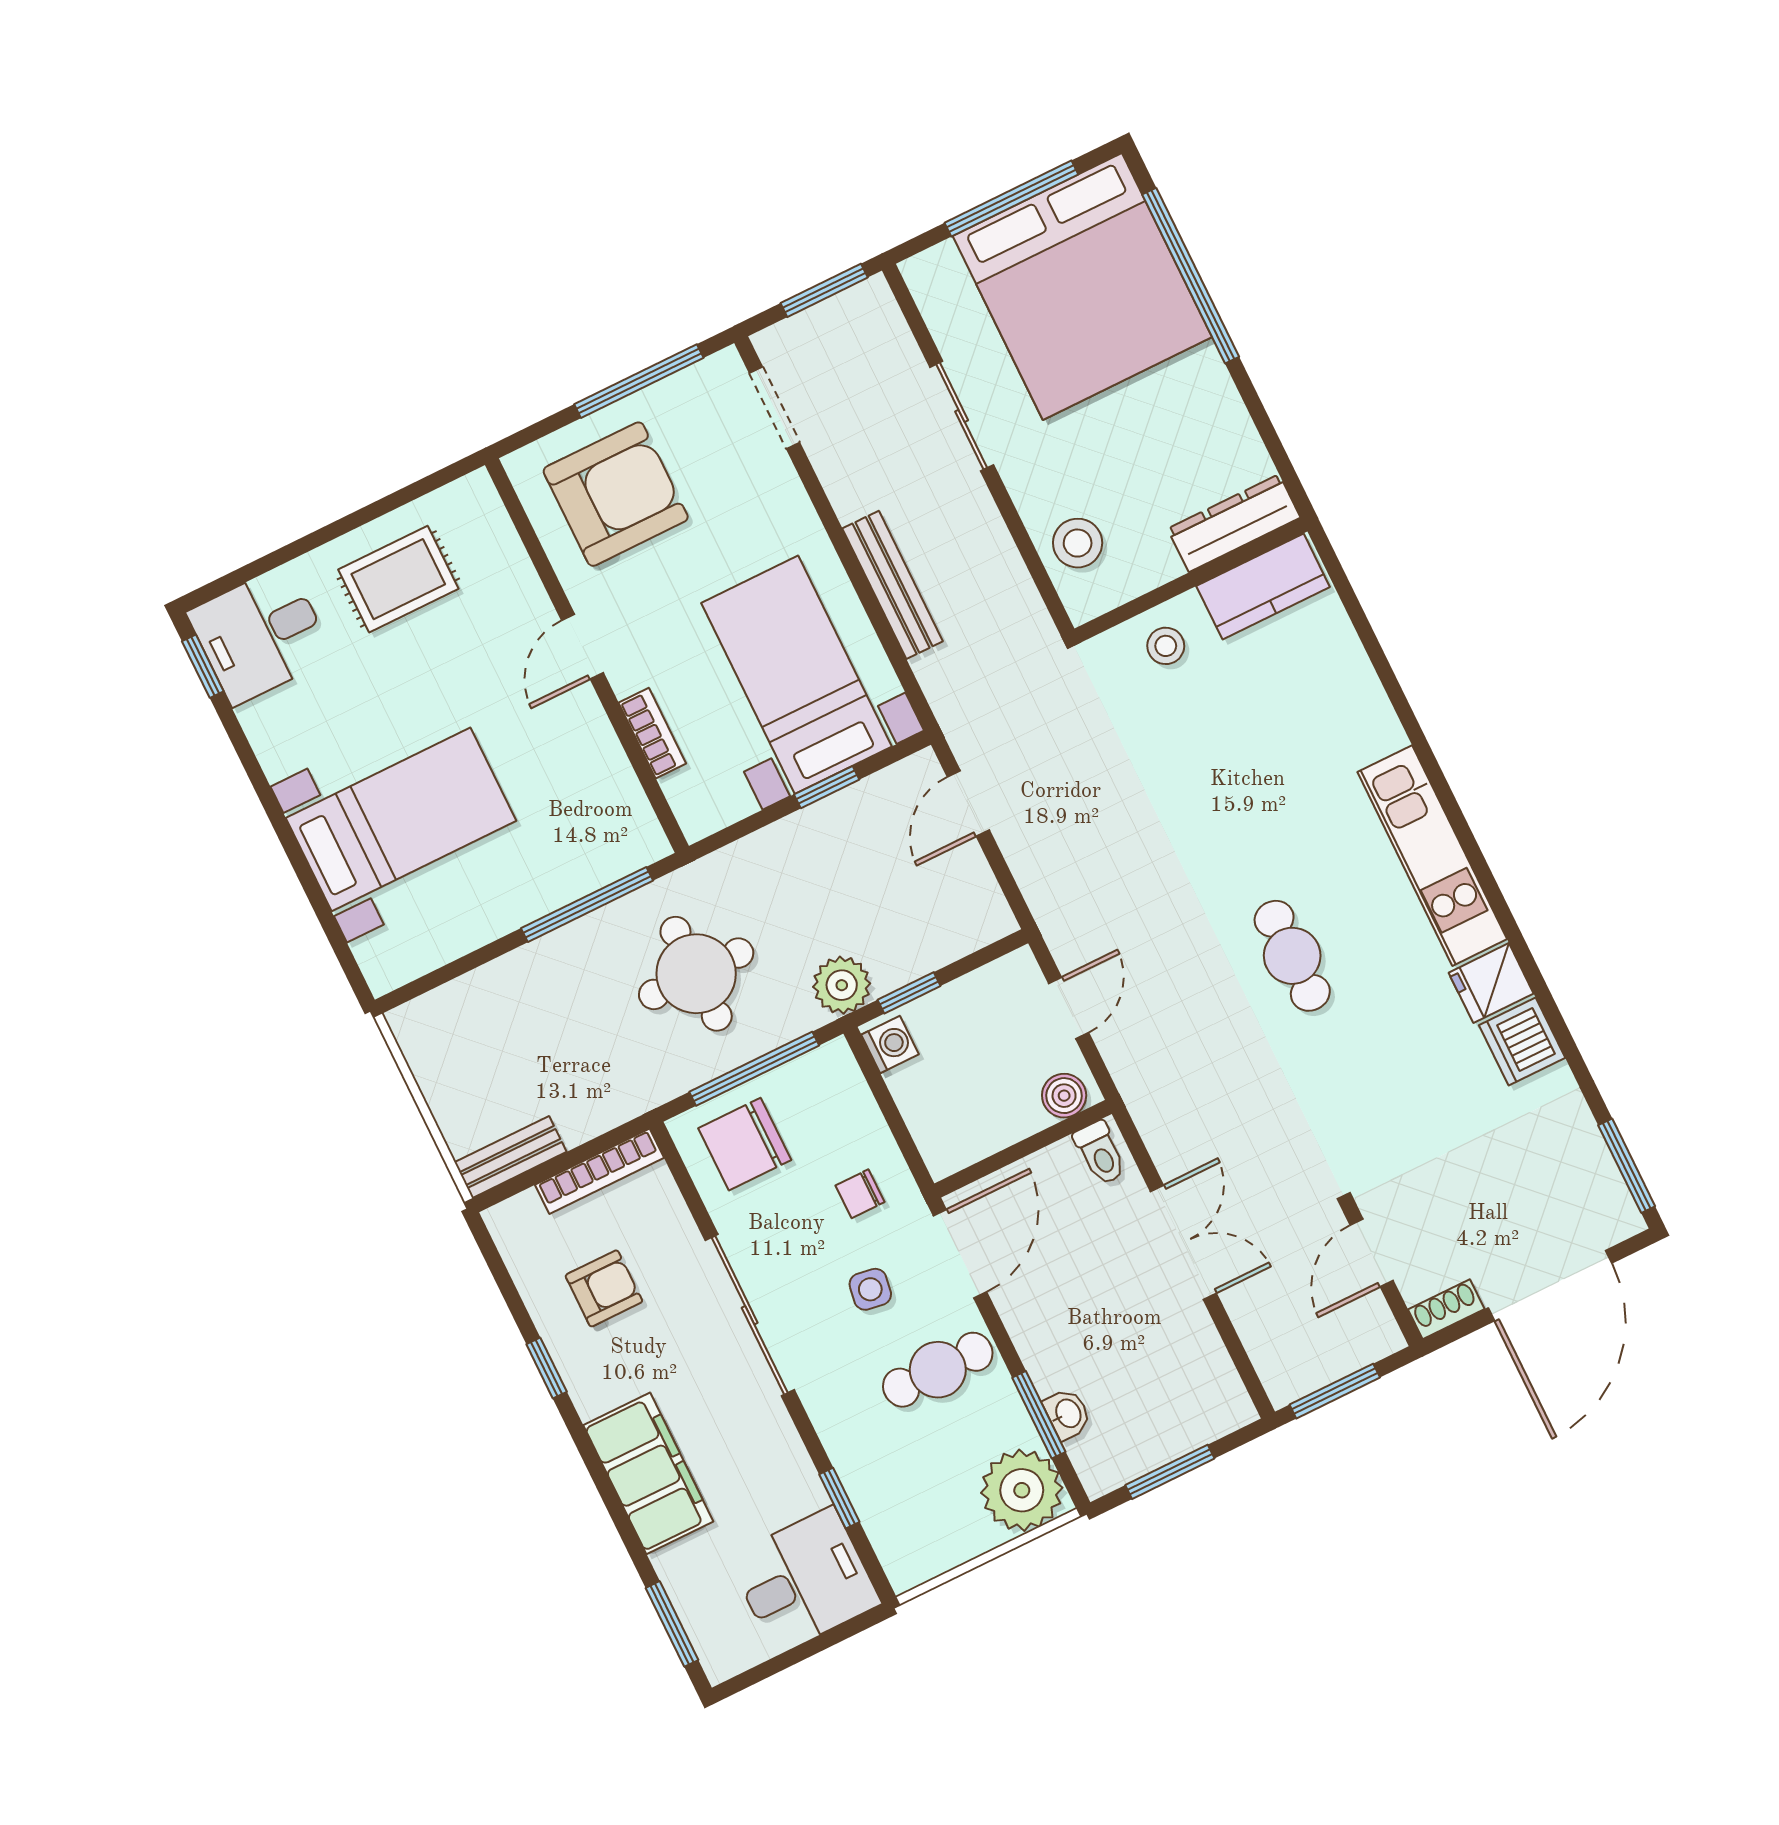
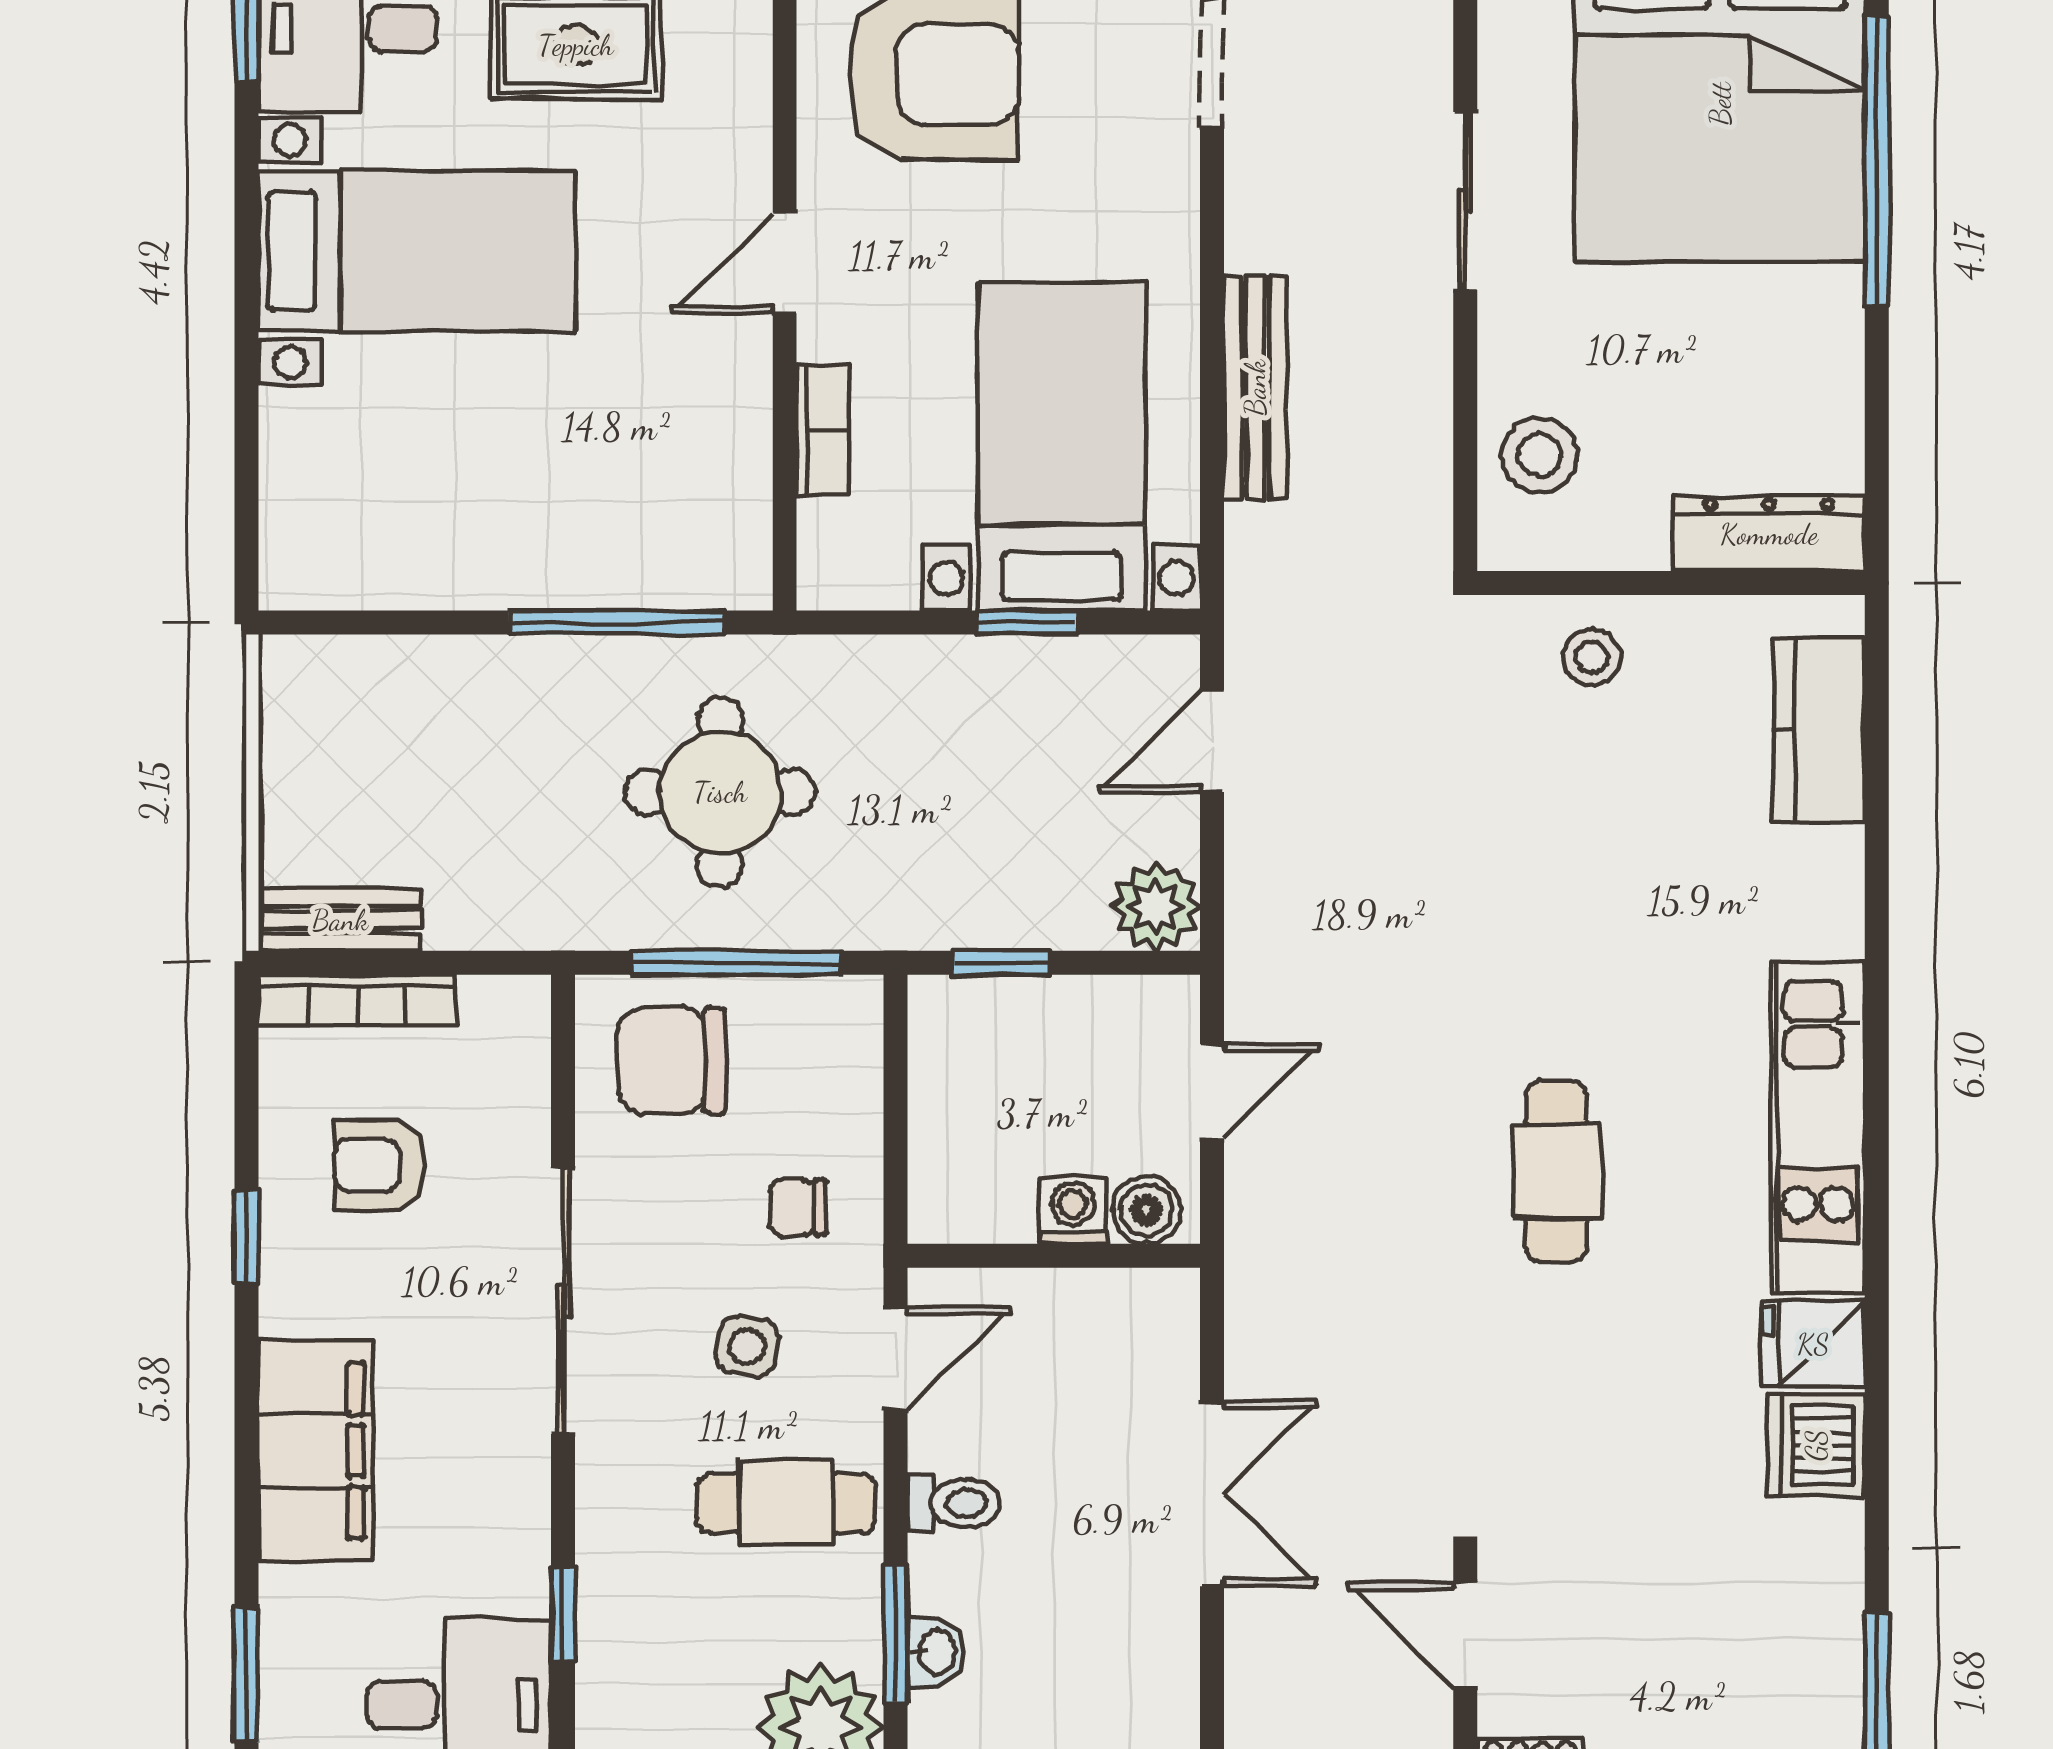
kitchen counter: (1263, 587) -> (1819, 730), moved, turned 90
bed with nightstands: (401, 819) -> (417, 251), moved
plant: (842, 985) -> (1156, 907), moved
washing machine: (890, 1044) -> (1073, 1211), moved, turned -90
toilet: (1100, 1153) -> (954, 1503), moved, turned -90
bookcase: (600, 1171) -> (357, 1000), moved
door: (1372, 1253) -> (1465, 1636), hinge flipped
door: (960, 1254) -> (895, 1358), width x0.73
armchair: (604, 1288) -> (380, 1165), turned 180

